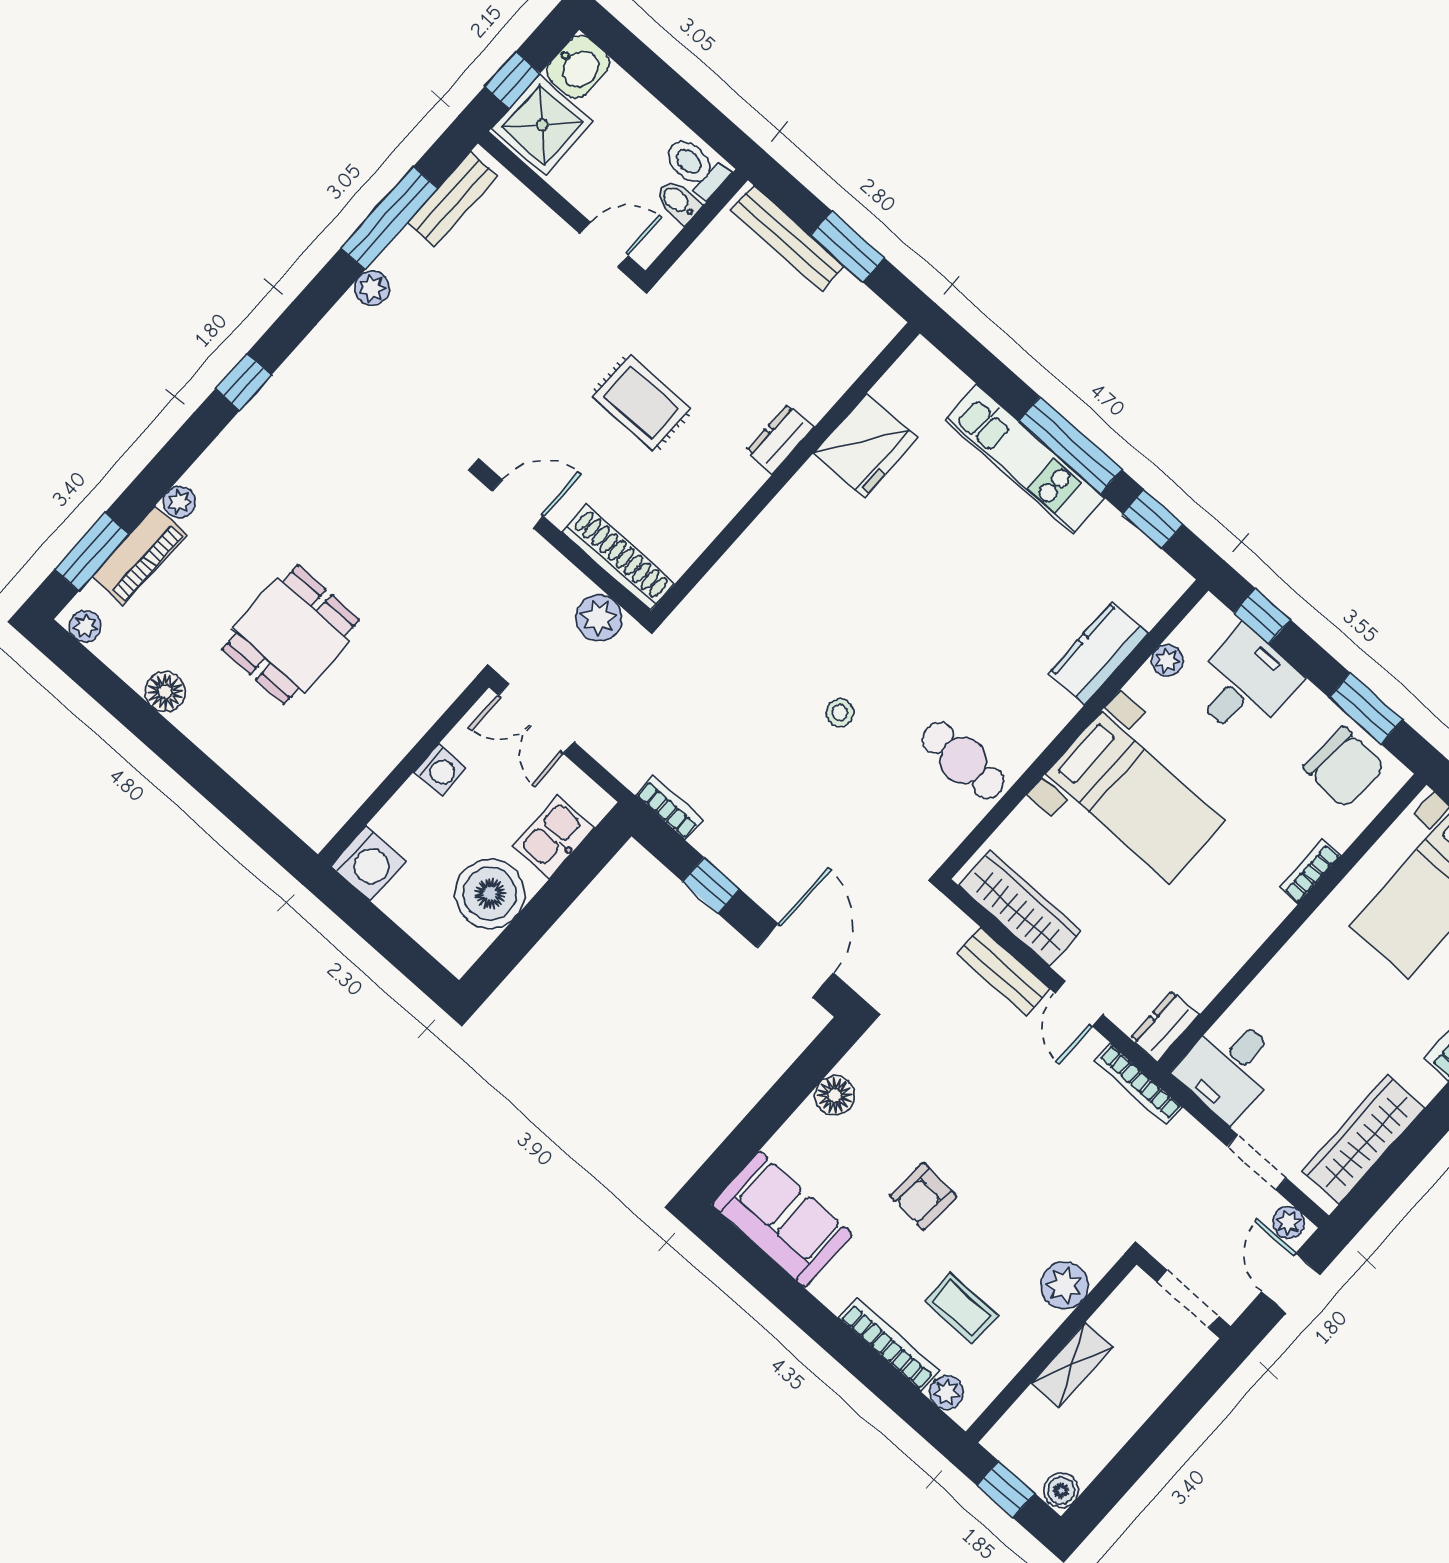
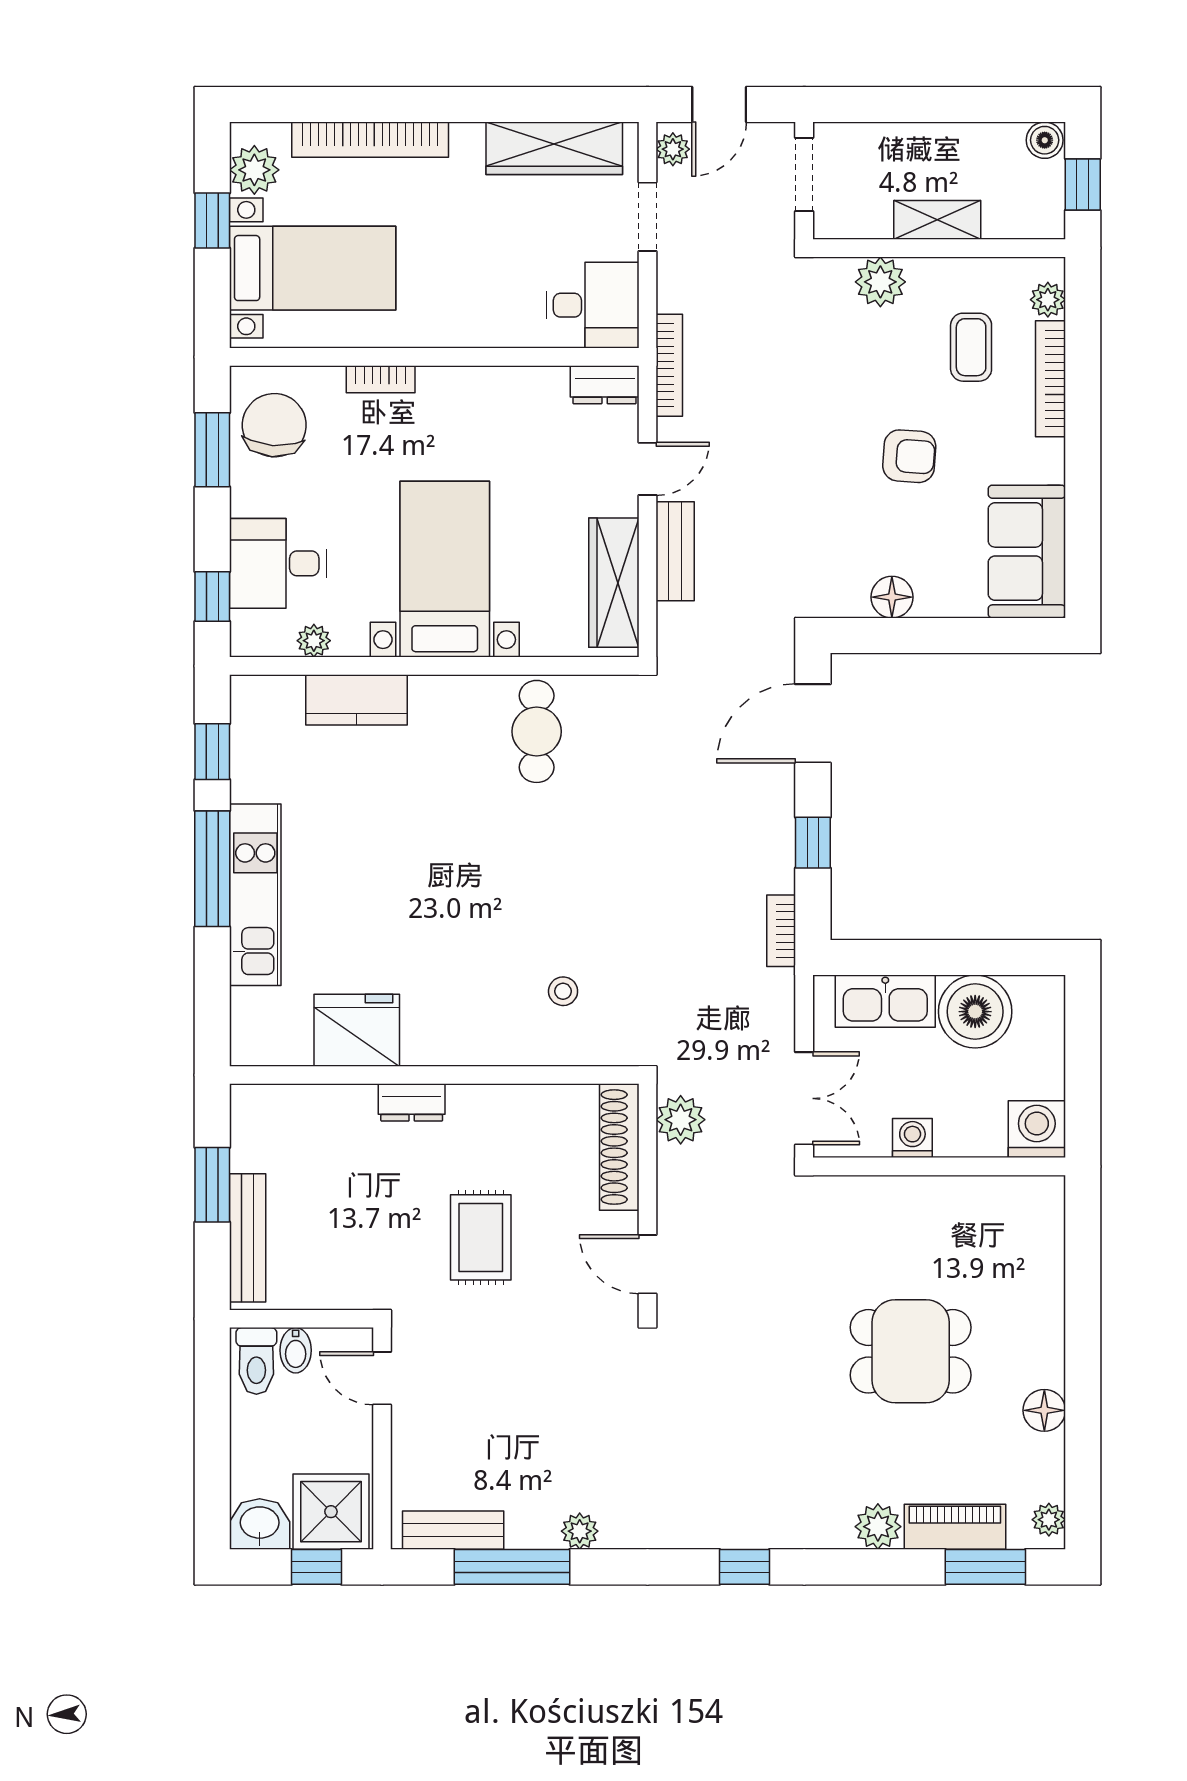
plant: (179, 502) -> (878, 1527), width x1.38, depth x1.38
stool: (840, 713) -> (563, 991), moved
kitchen sink: (554, 837) -> (885, 1001), width x1.38

